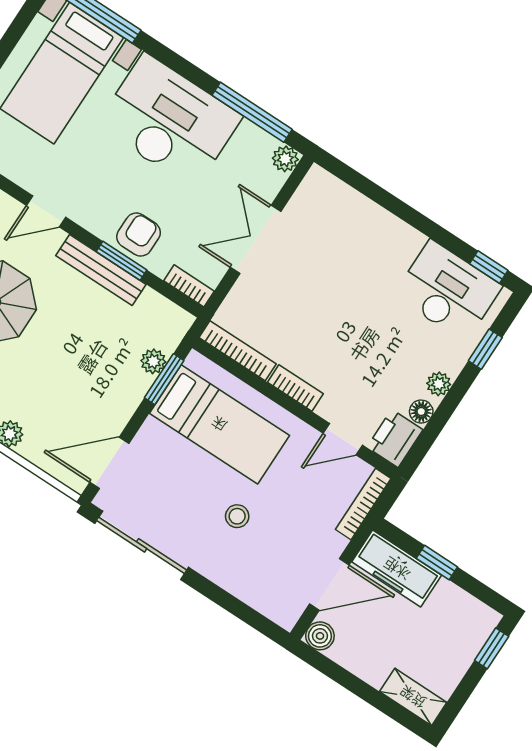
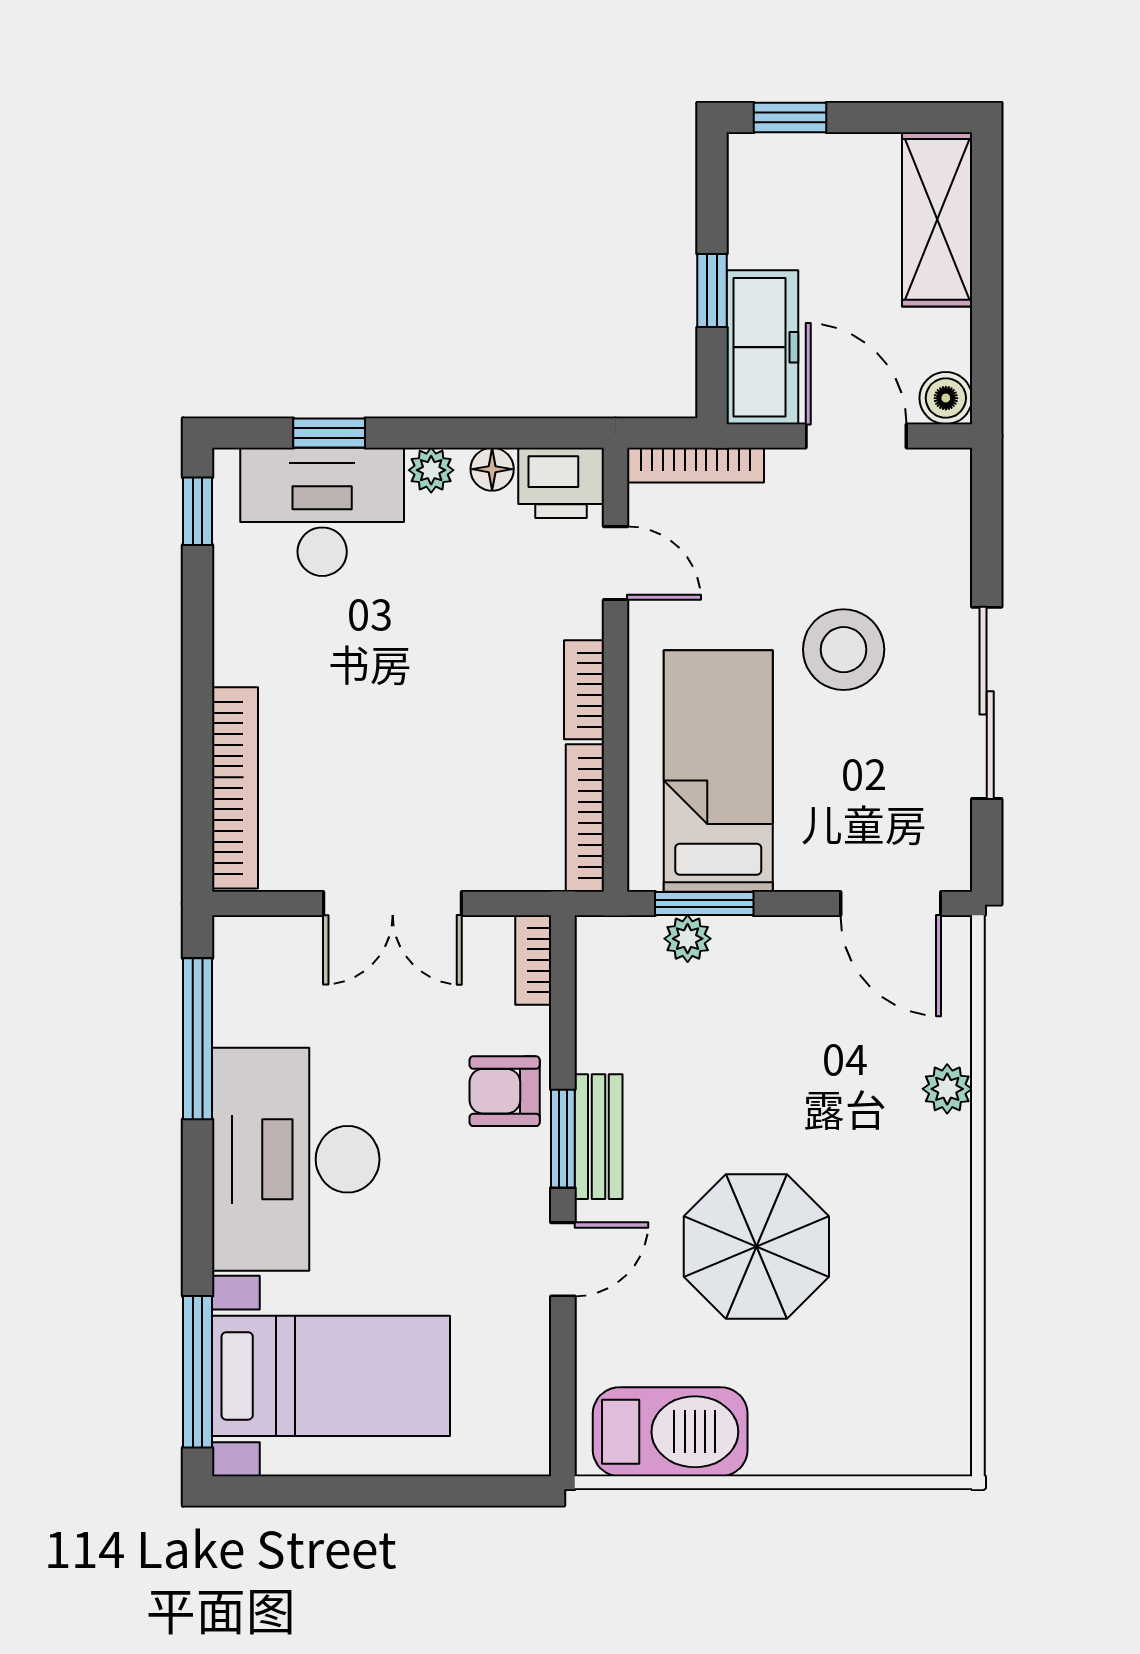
plant: (285, 159) -> (236, 939), removed
bookcase: (354, 203) -> (235, 788), added
door: (46, 211) -> (563, 1259), hinge flipped
window: (122, 261) -> (563, 1139), moved
bench: (101, 270) -> (598, 1137), width x0.73
desk: (448, 291) -> (322, 512), moved, turned 90
stool: (237, 516) -> (844, 650), width x1.89, depth x1.89
sliding door: (142, 545) -> (987, 703), moved
shelving: (413, 697) -> (937, 219), width x1.50, depth x1.33

